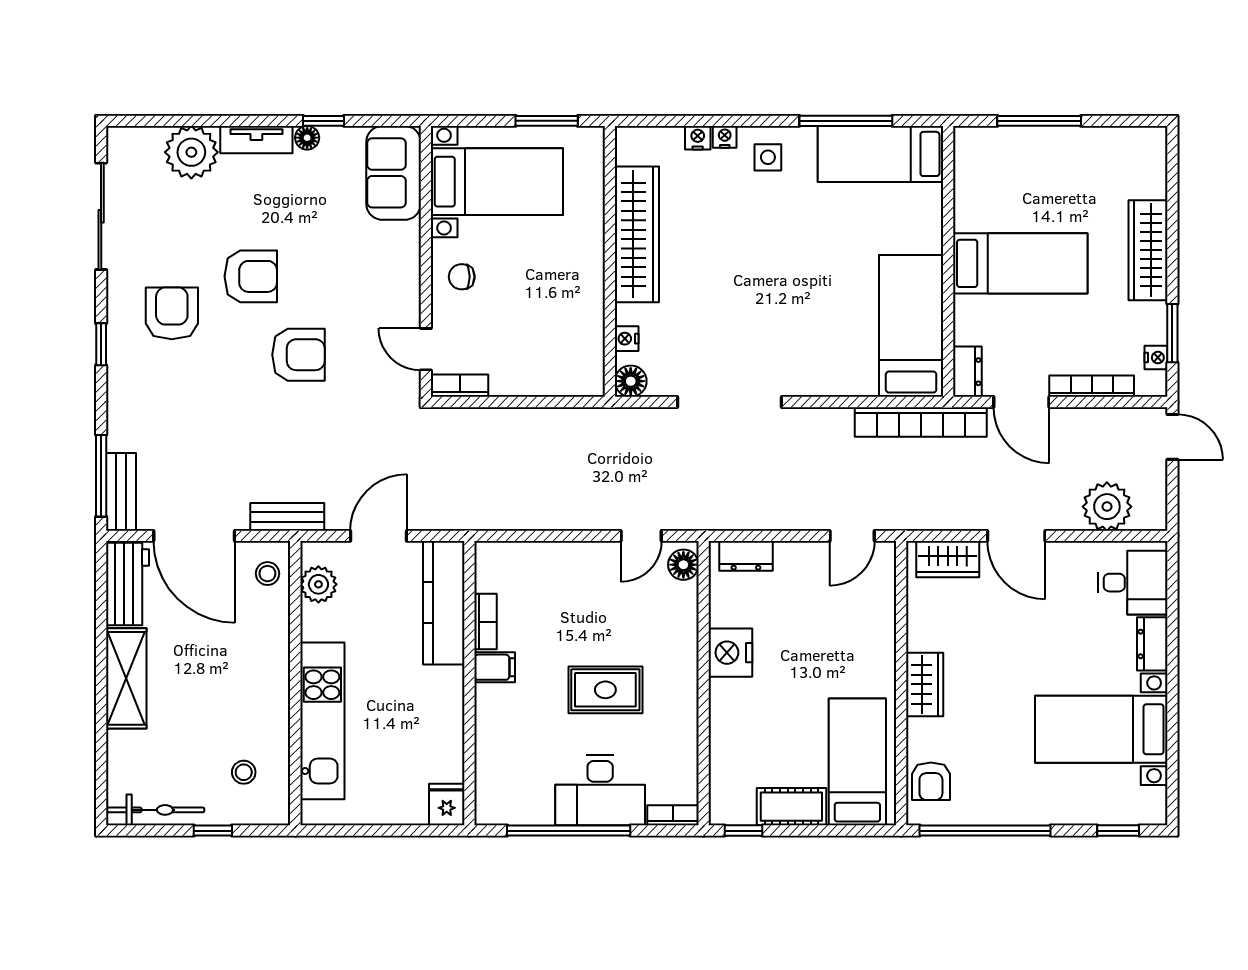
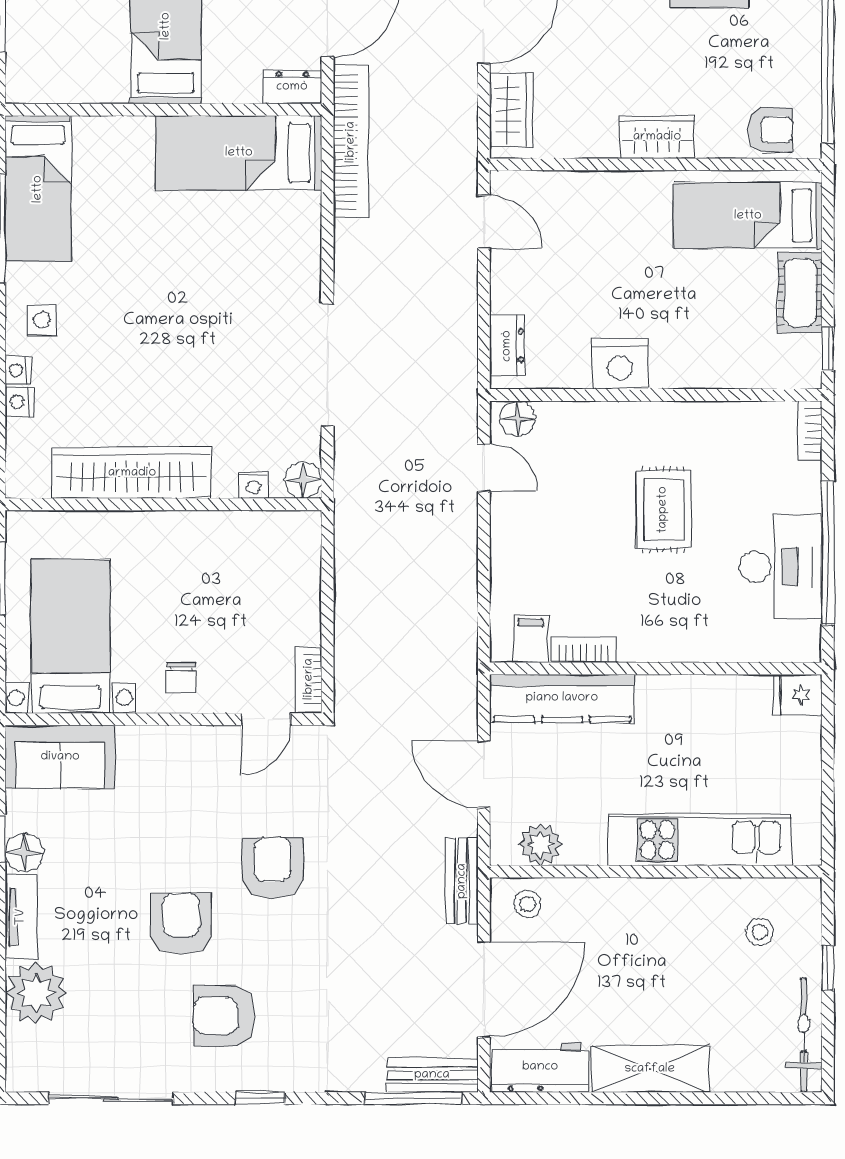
floor lamp: (307, 138) -> (24, 853), width x1.37, depth x1.37
filing cabinet: (495, 667) -> (531, 639), moved
desk: (600, 790) -> (781, 567), moved

